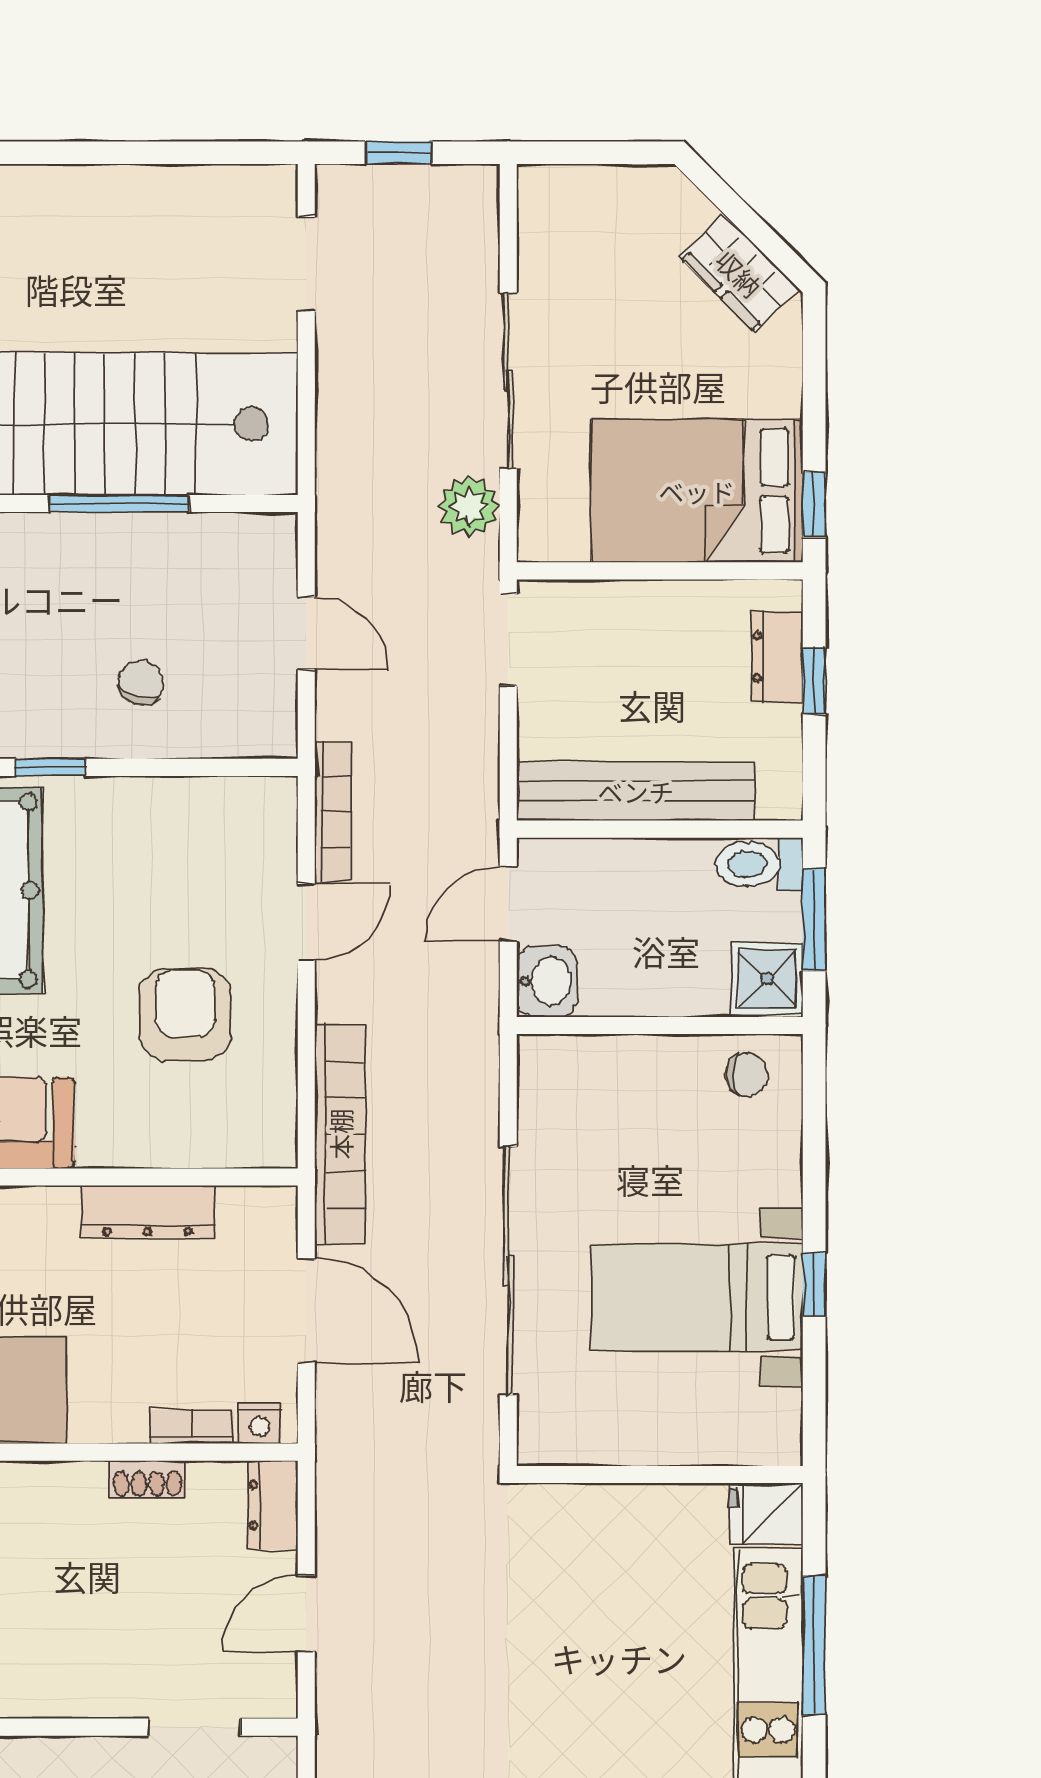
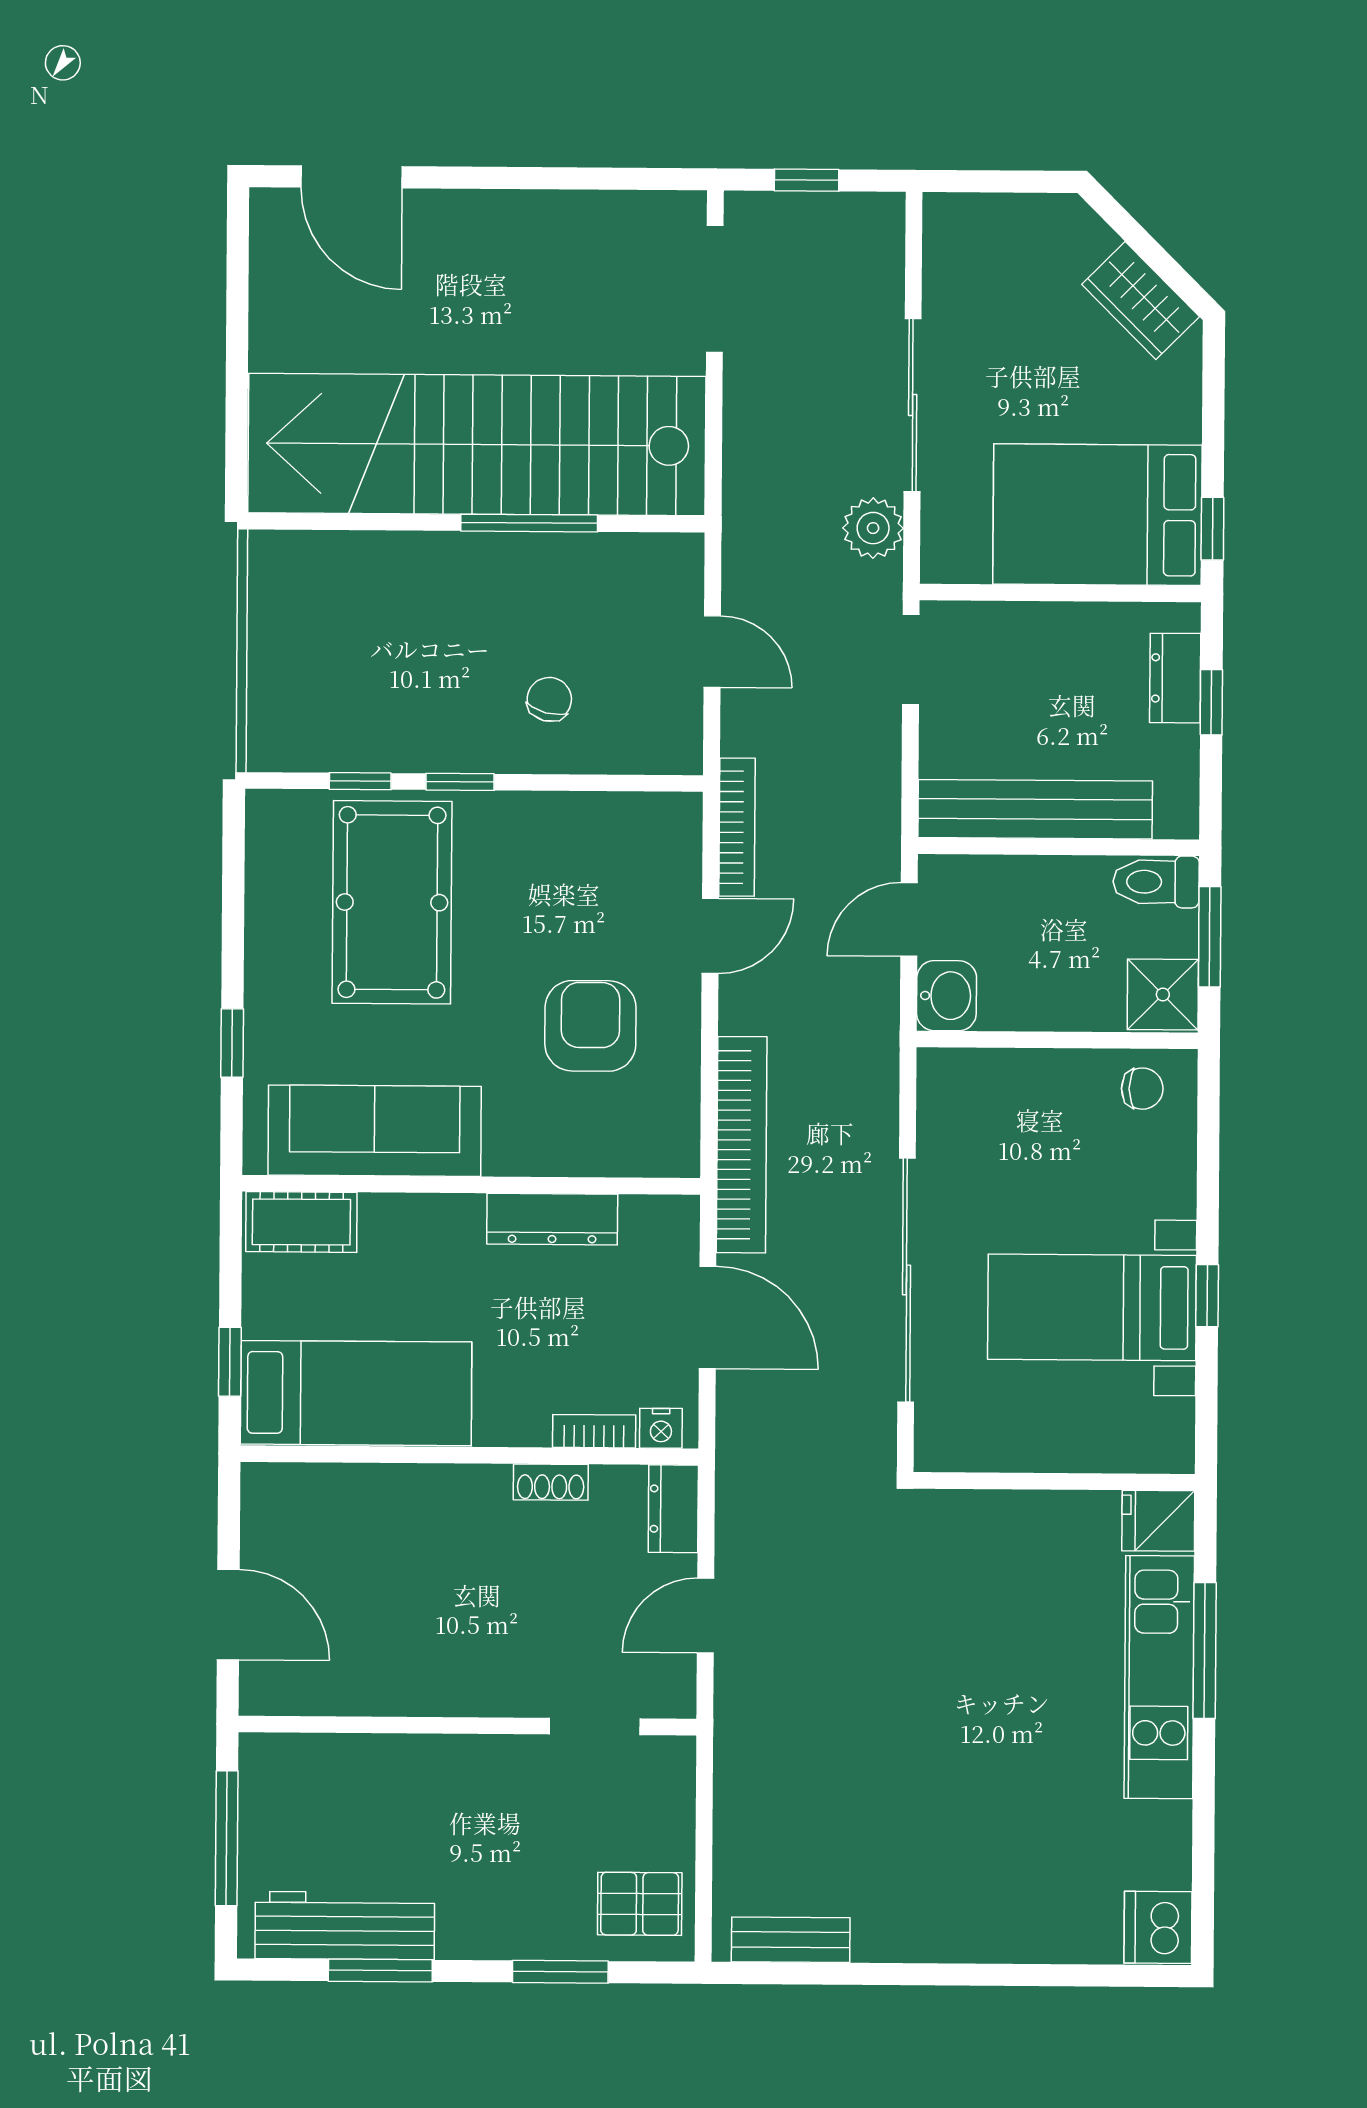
doorway: (306, 264) -> (715, 289), width x1.38

